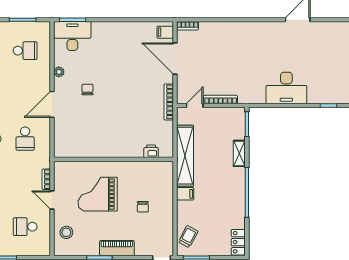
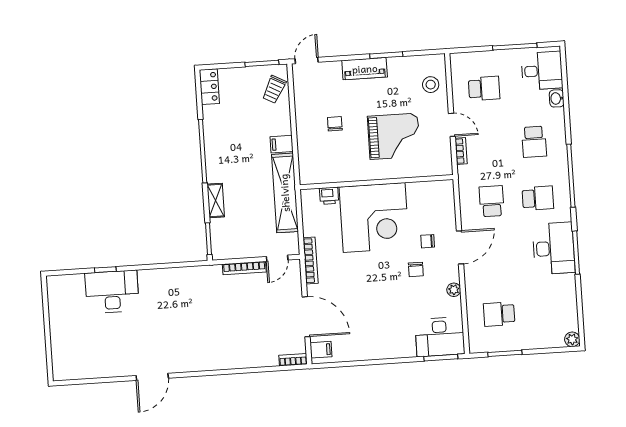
desk: (286, 88) -> (112, 292), moved
chair: (77, 111) -> (428, 241), added
corner desk: (117, 132) -> (374, 218), added

